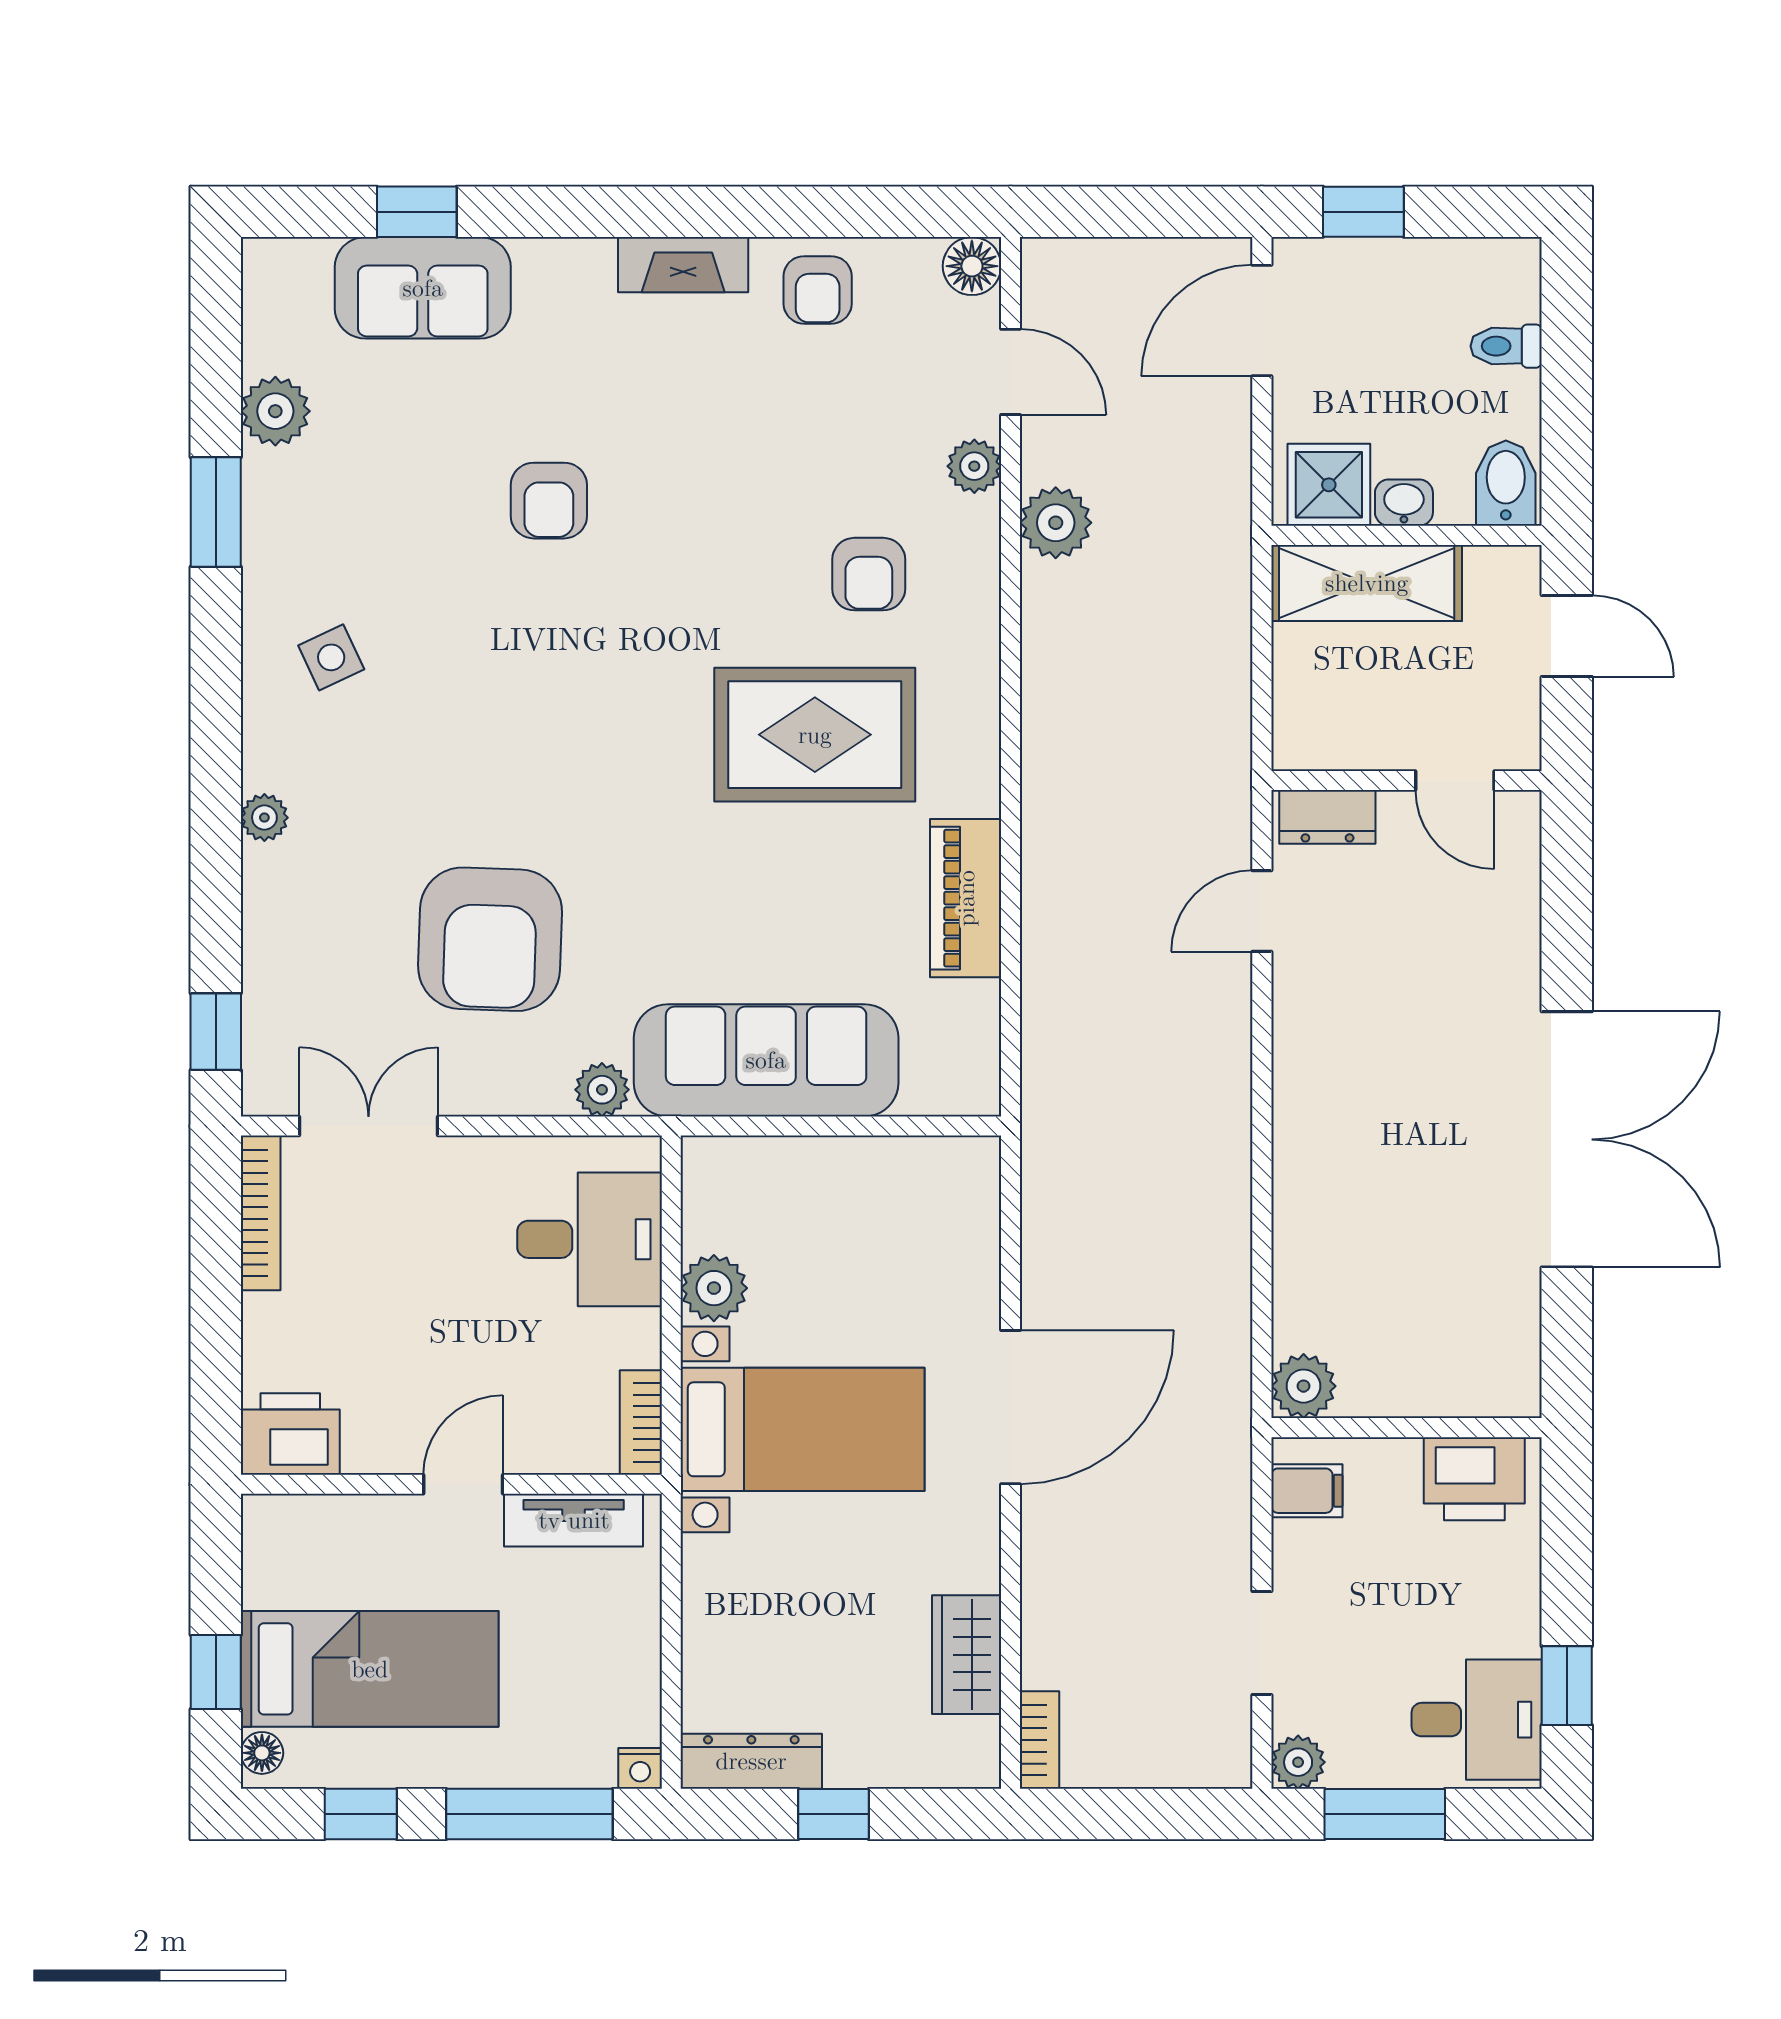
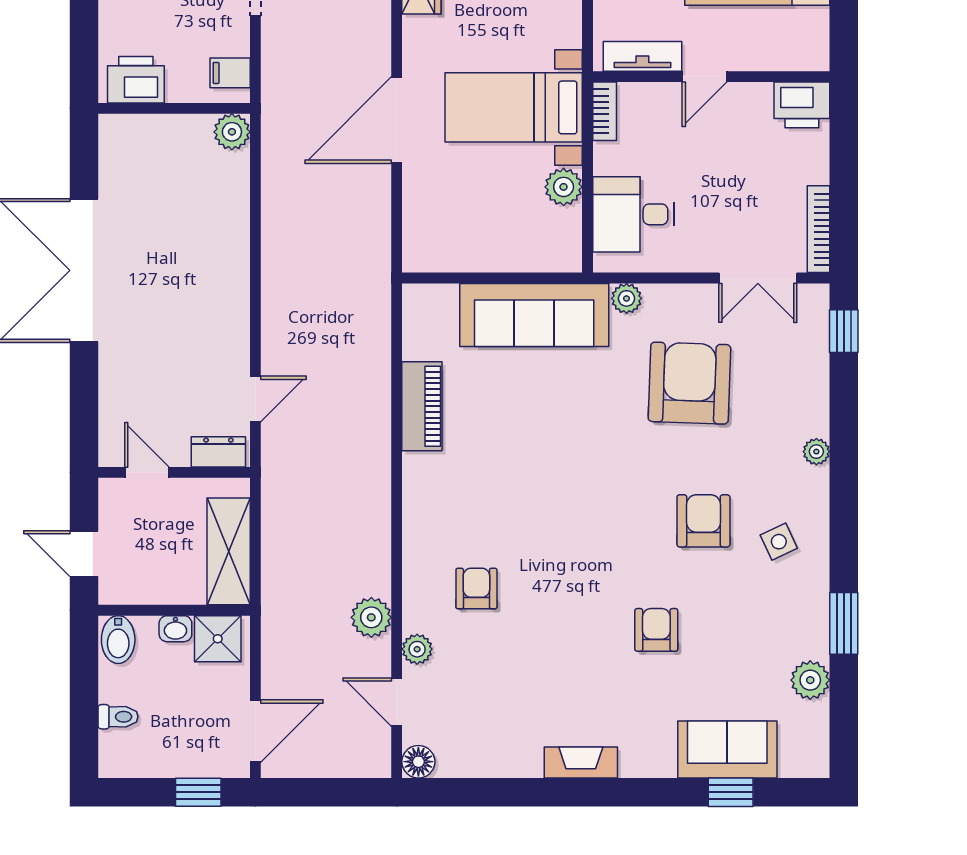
armchair: (818, 290) -> (703, 521), moved, width x1.38, depth x1.38
shelving: (1367, 583) -> (229, 551), moved, turned 90
rug: (815, 735) -> (507, 498), removed

